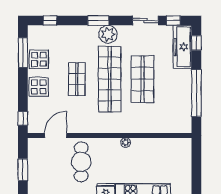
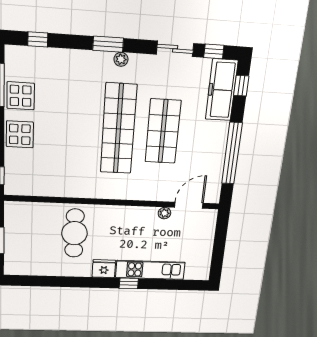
plant: (108, 34) -> (121, 59), width x0.53, depth x0.53
shop shelf: (77, 79) -> (73, 127), removed
door: (56, 135) -> (189, 205), moved
plant: (126, 143) -> (164, 213), moved

